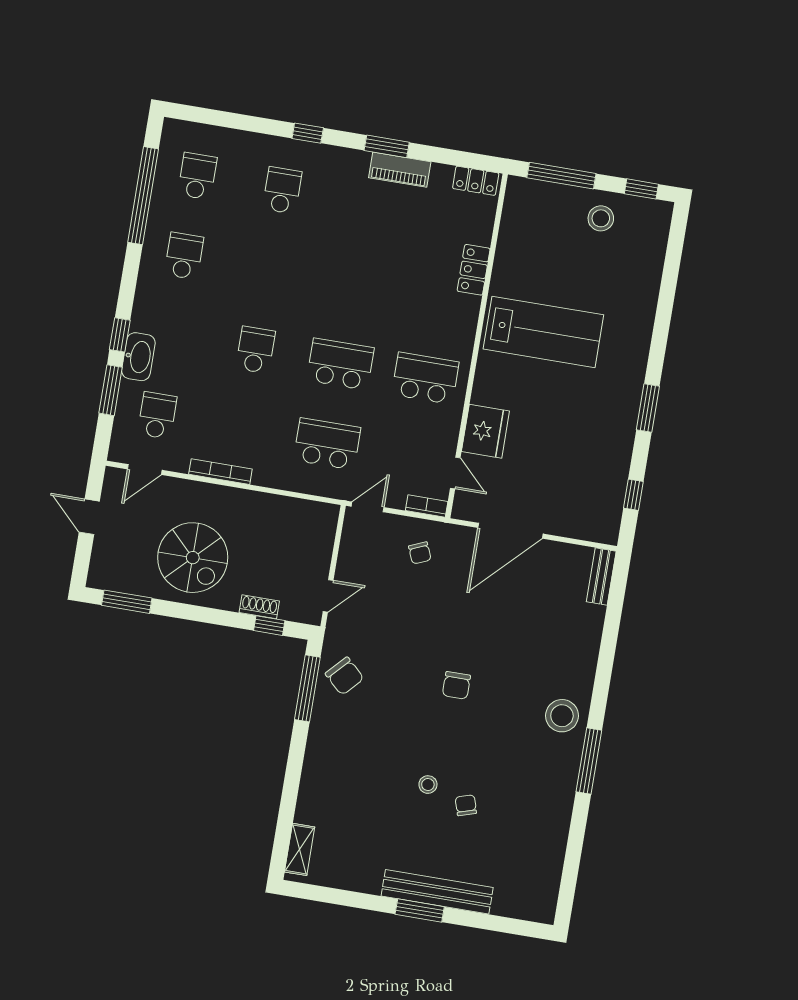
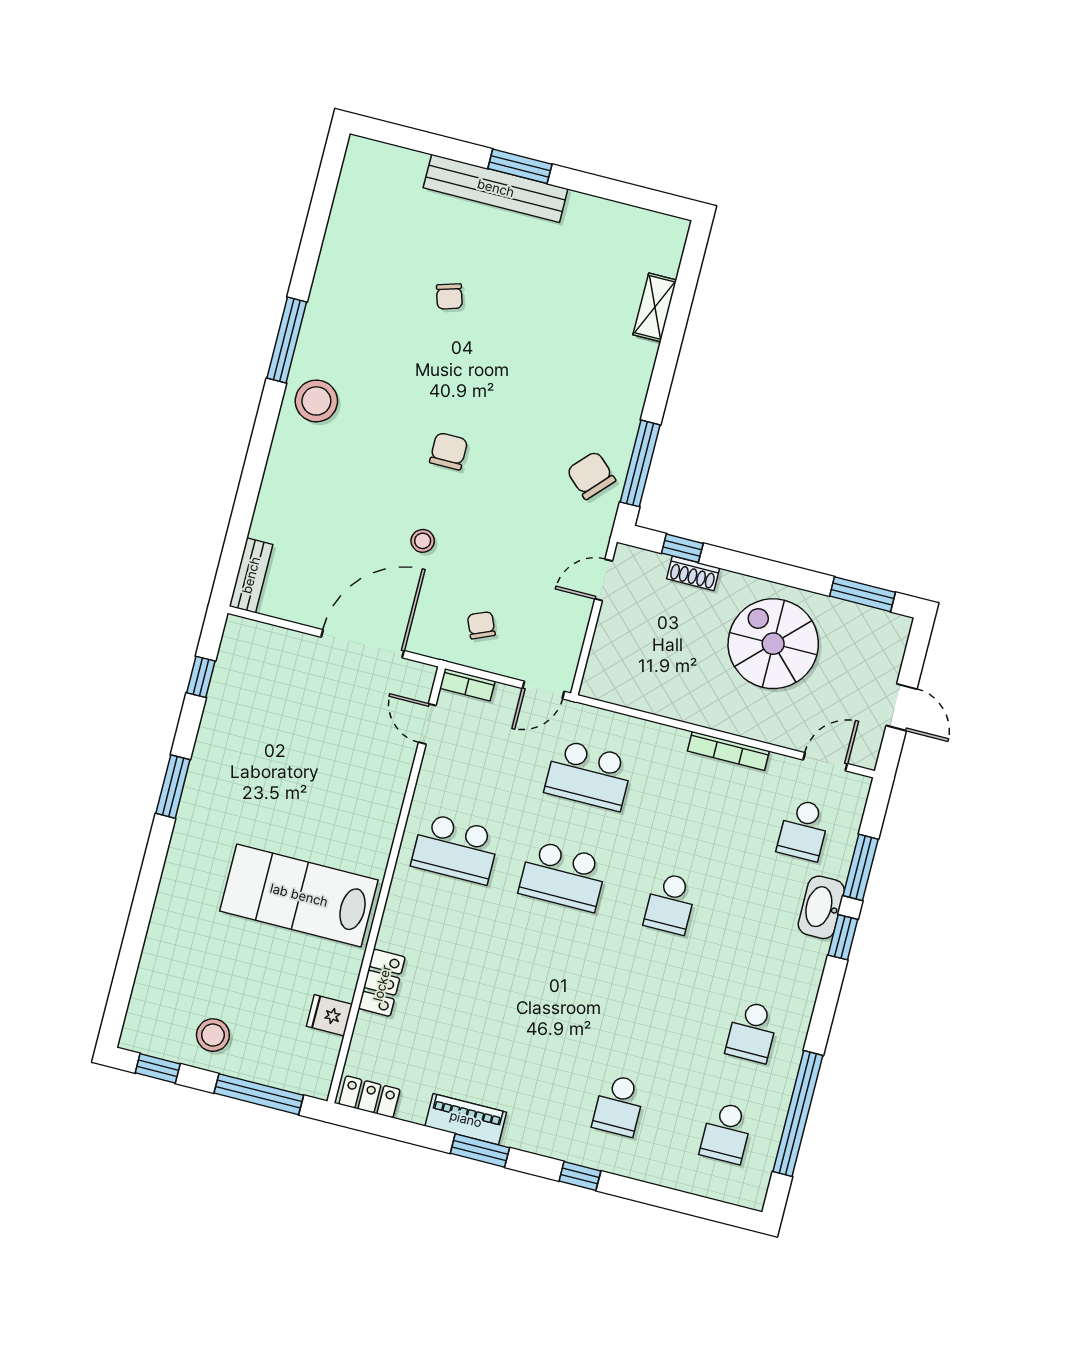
fridge: (485, 431) -> (329, 1015), moved, width x0.53, depth x0.75
stool: (428, 785) -> (423, 541), moved
shelving: (300, 849) -> (655, 307), moved

